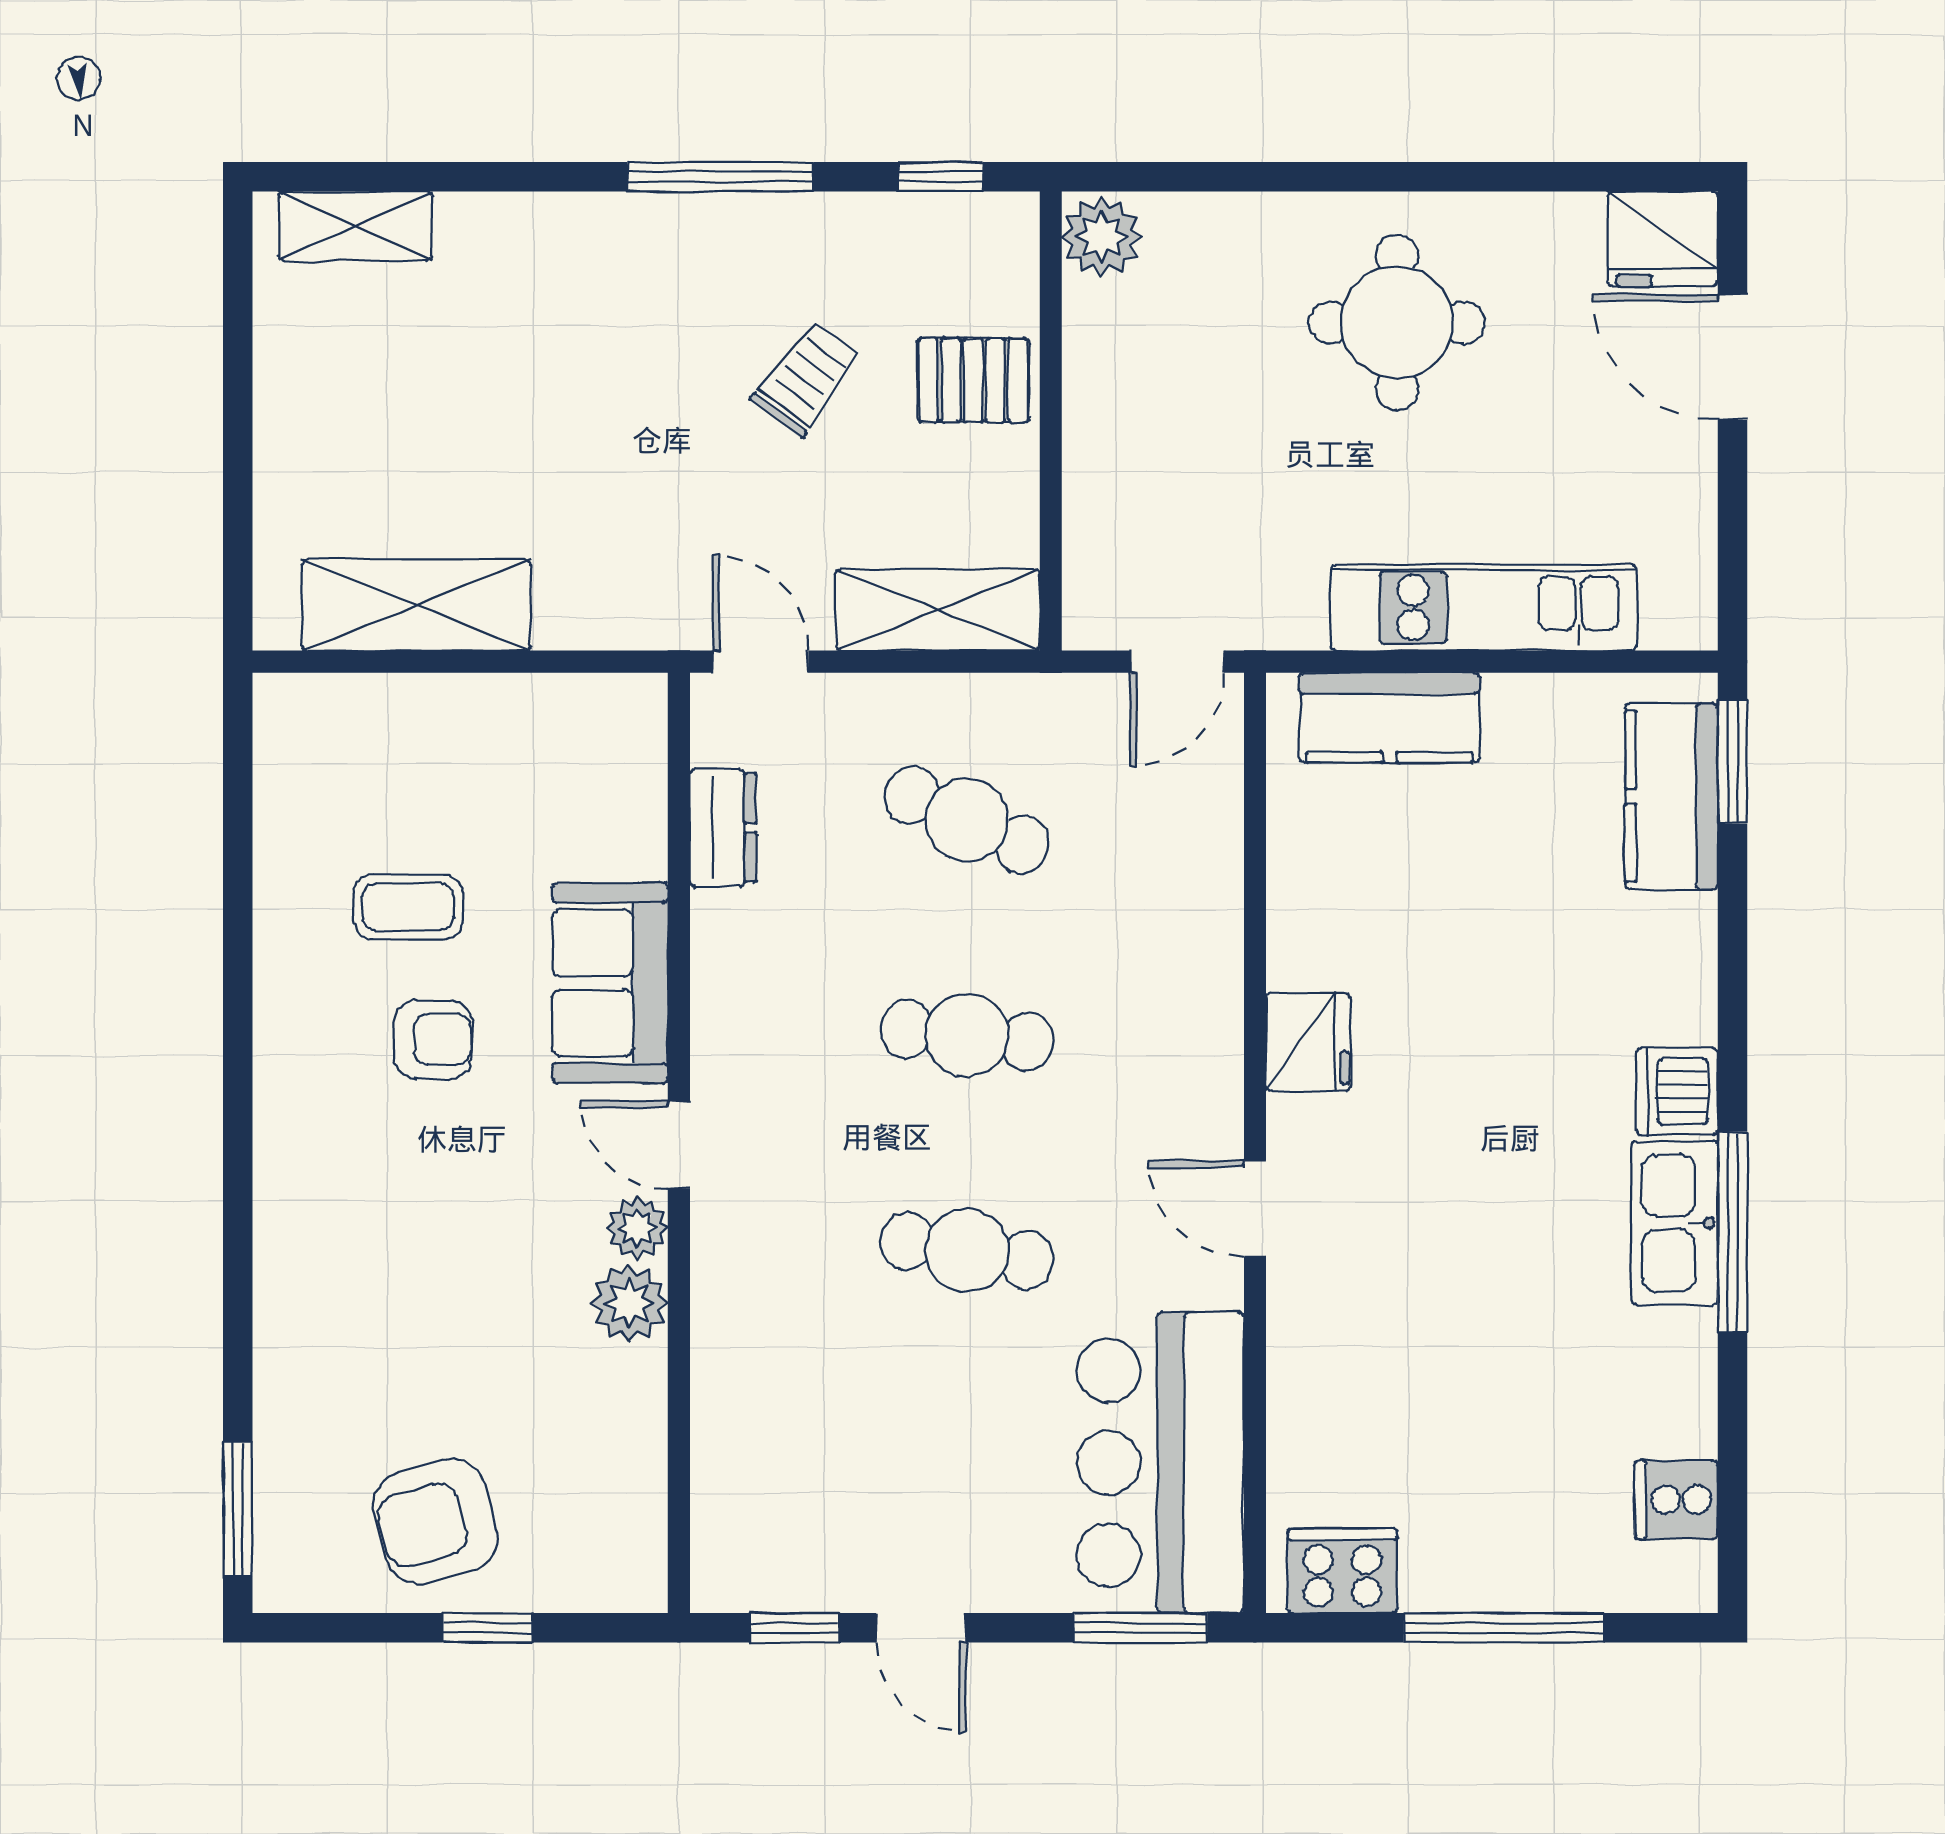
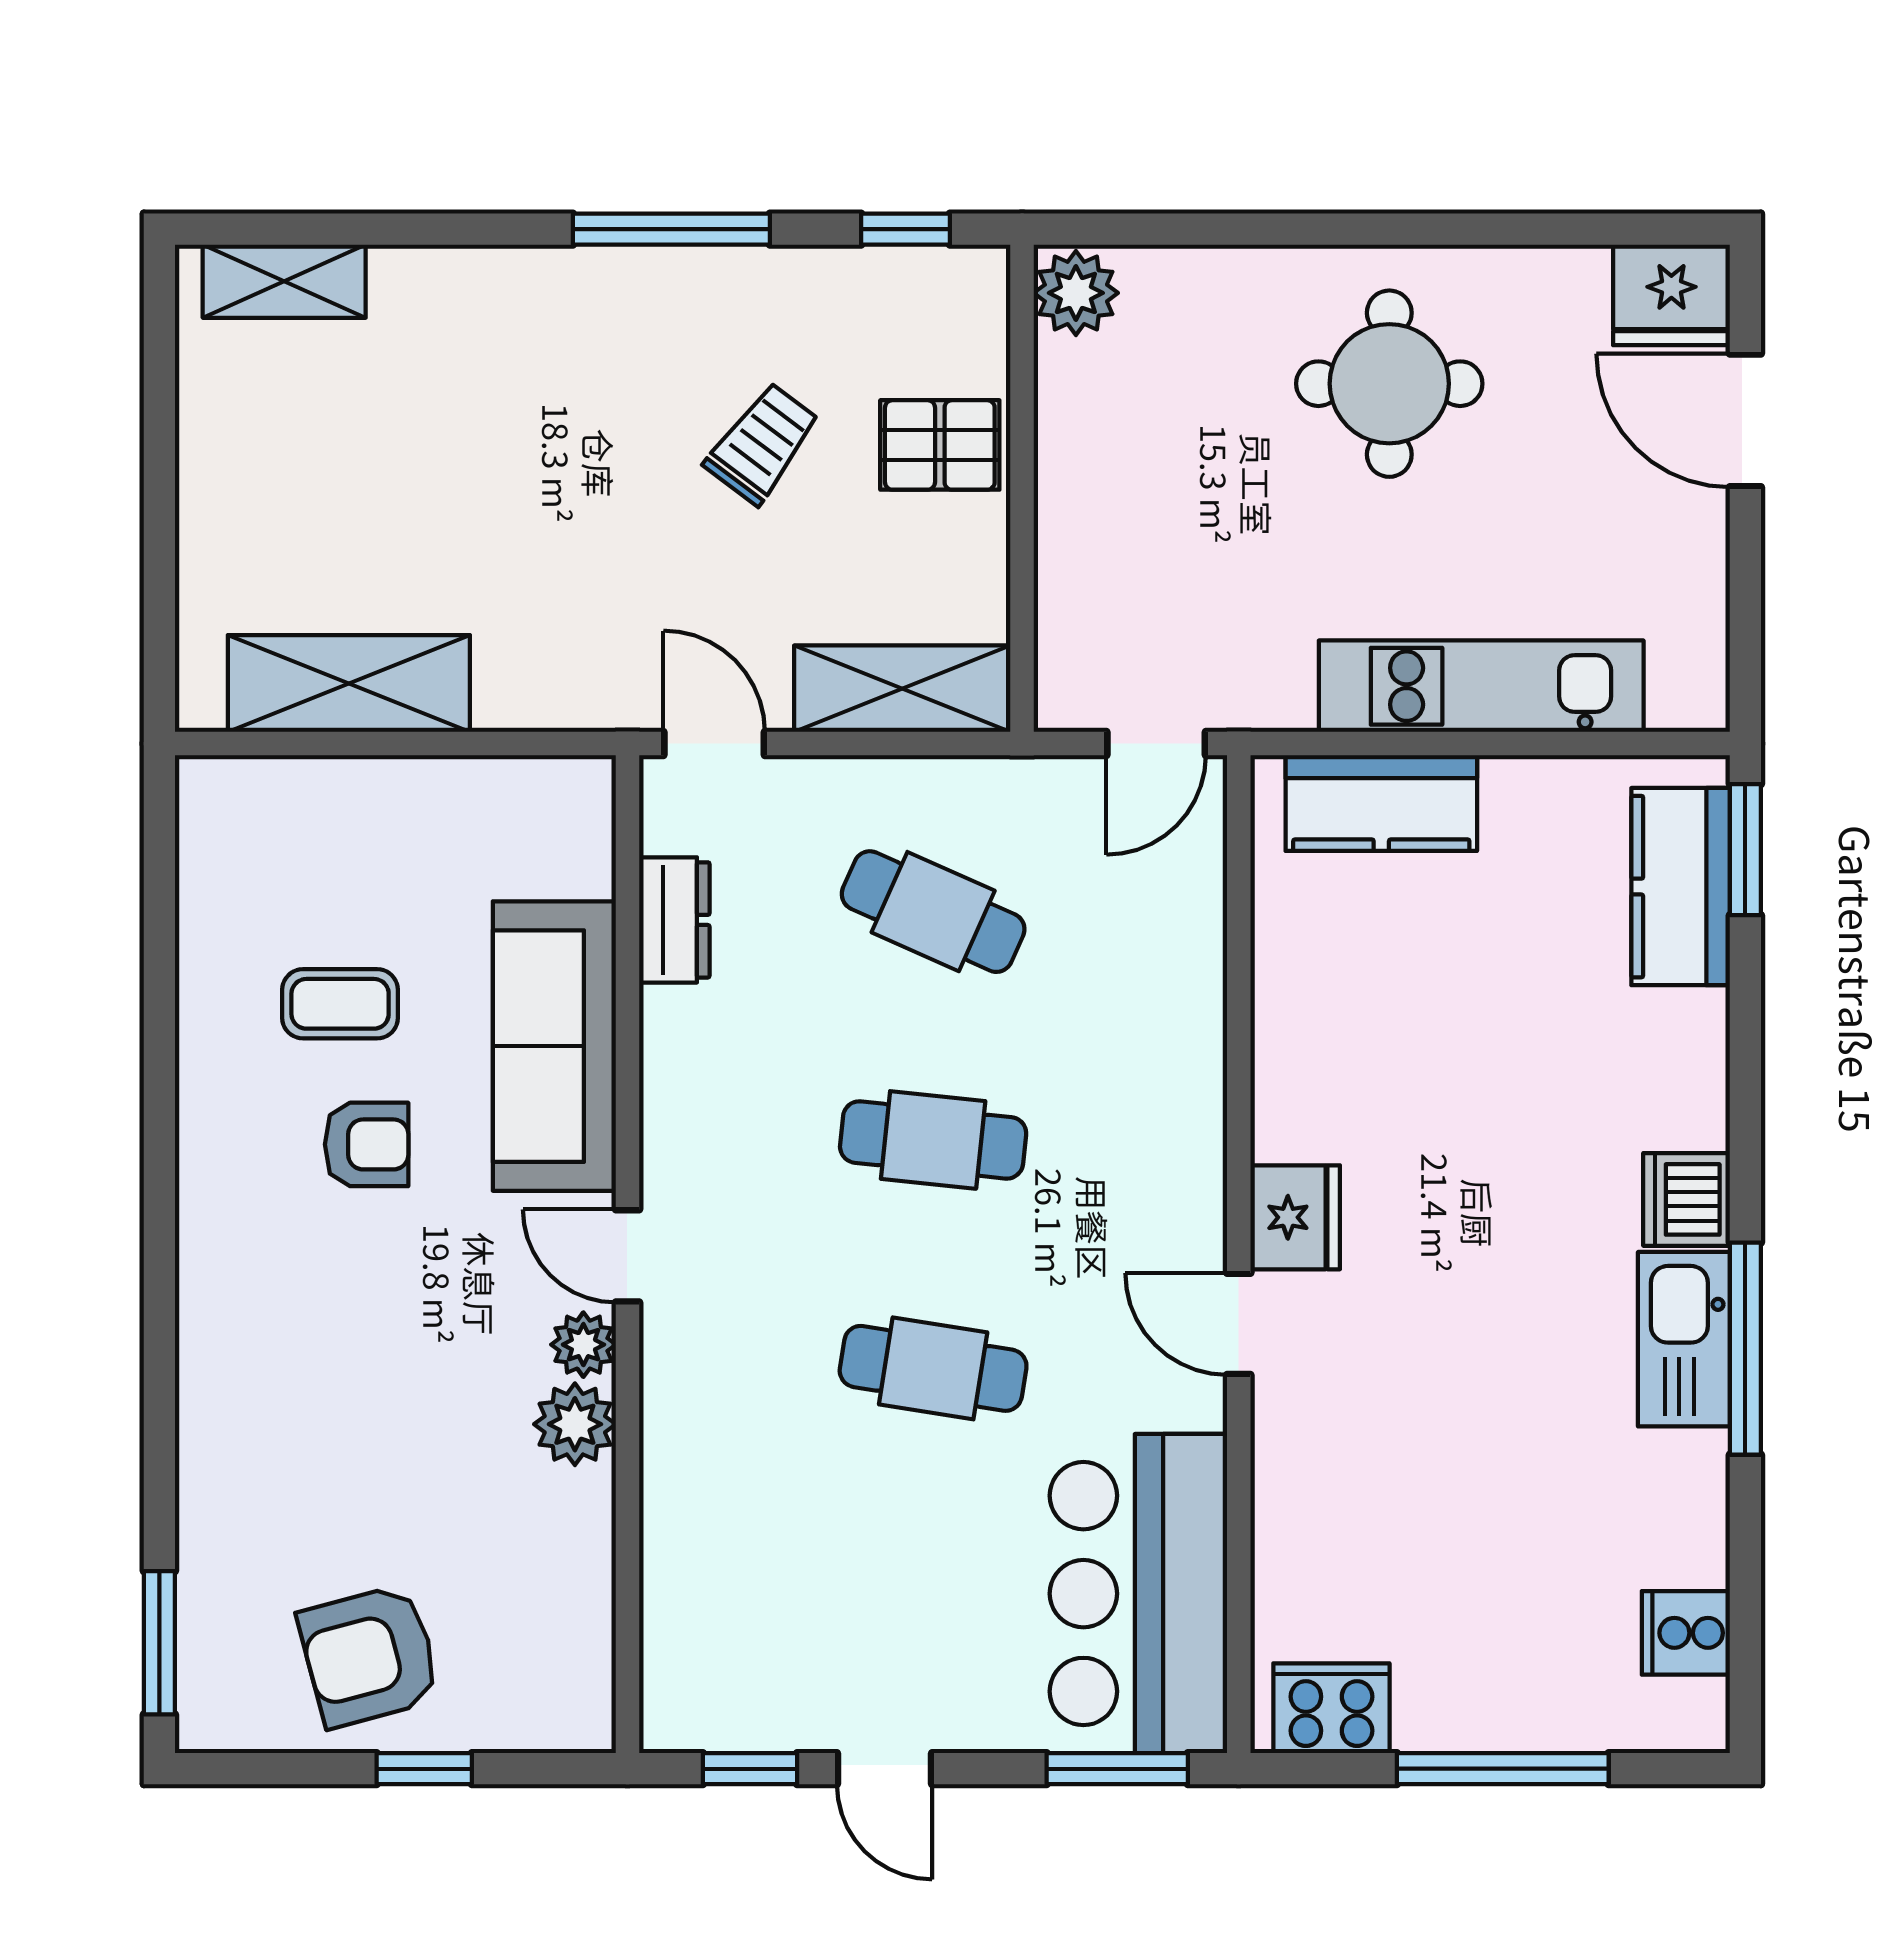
sofa: (610, 983) -> (554, 1046), width x1.36
fridge: (1308, 1042) -> (1295, 1217), moved

